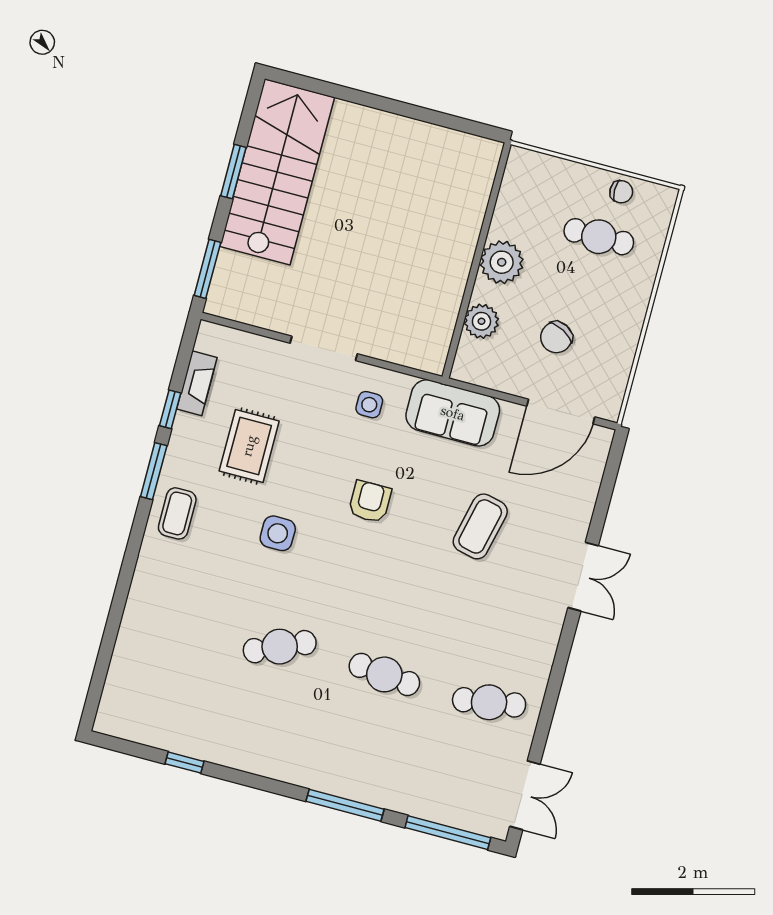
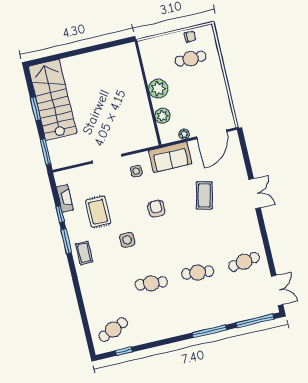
chair: (556, 337) -> (195, 106), removed
plant: (505, 381) -> (184, 134), added
cafe table: (280, 647) -> (151, 283), turned 30
cafe table: (154, 699) -> (113, 329), added
window: (185, 763) -> (124, 351), moved

